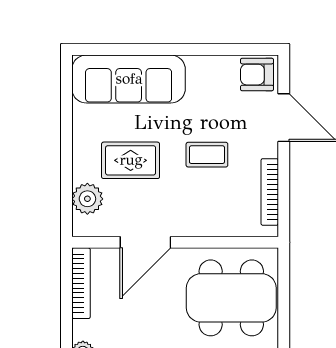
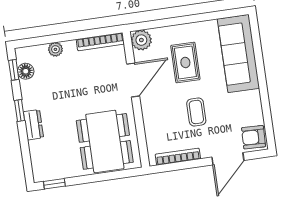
armchair: (257, 75) -> (254, 137), turned -88
plant: (87, 199) -> (141, 40), moved
door: (145, 242) -> (133, 80), swing flipped

